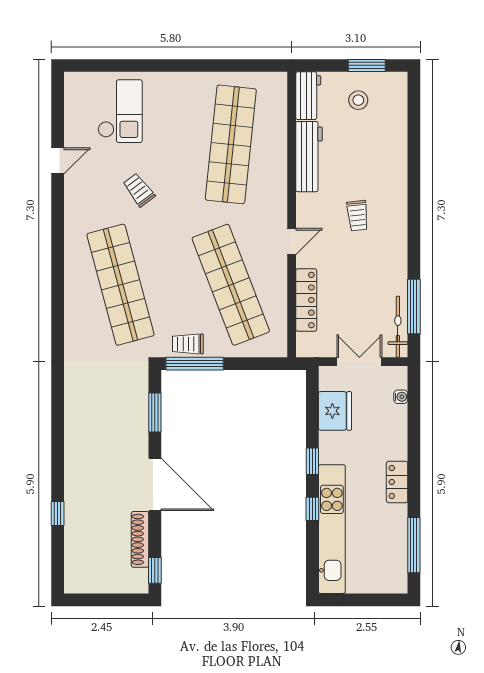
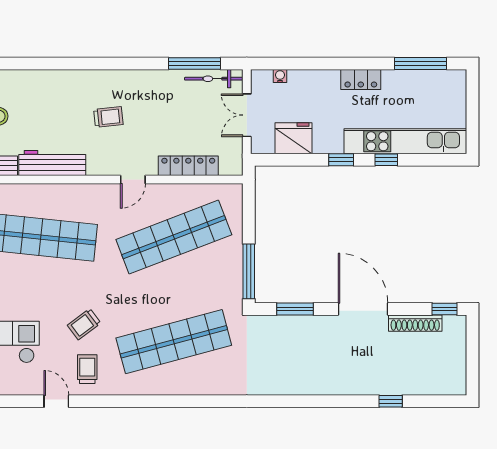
door: (292, 242) -> (133, 179), swing flipped
trolley: (188, 344) -> (87, 369), moved, turned 180
door: (155, 484) -> (363, 309), hinge flipped

